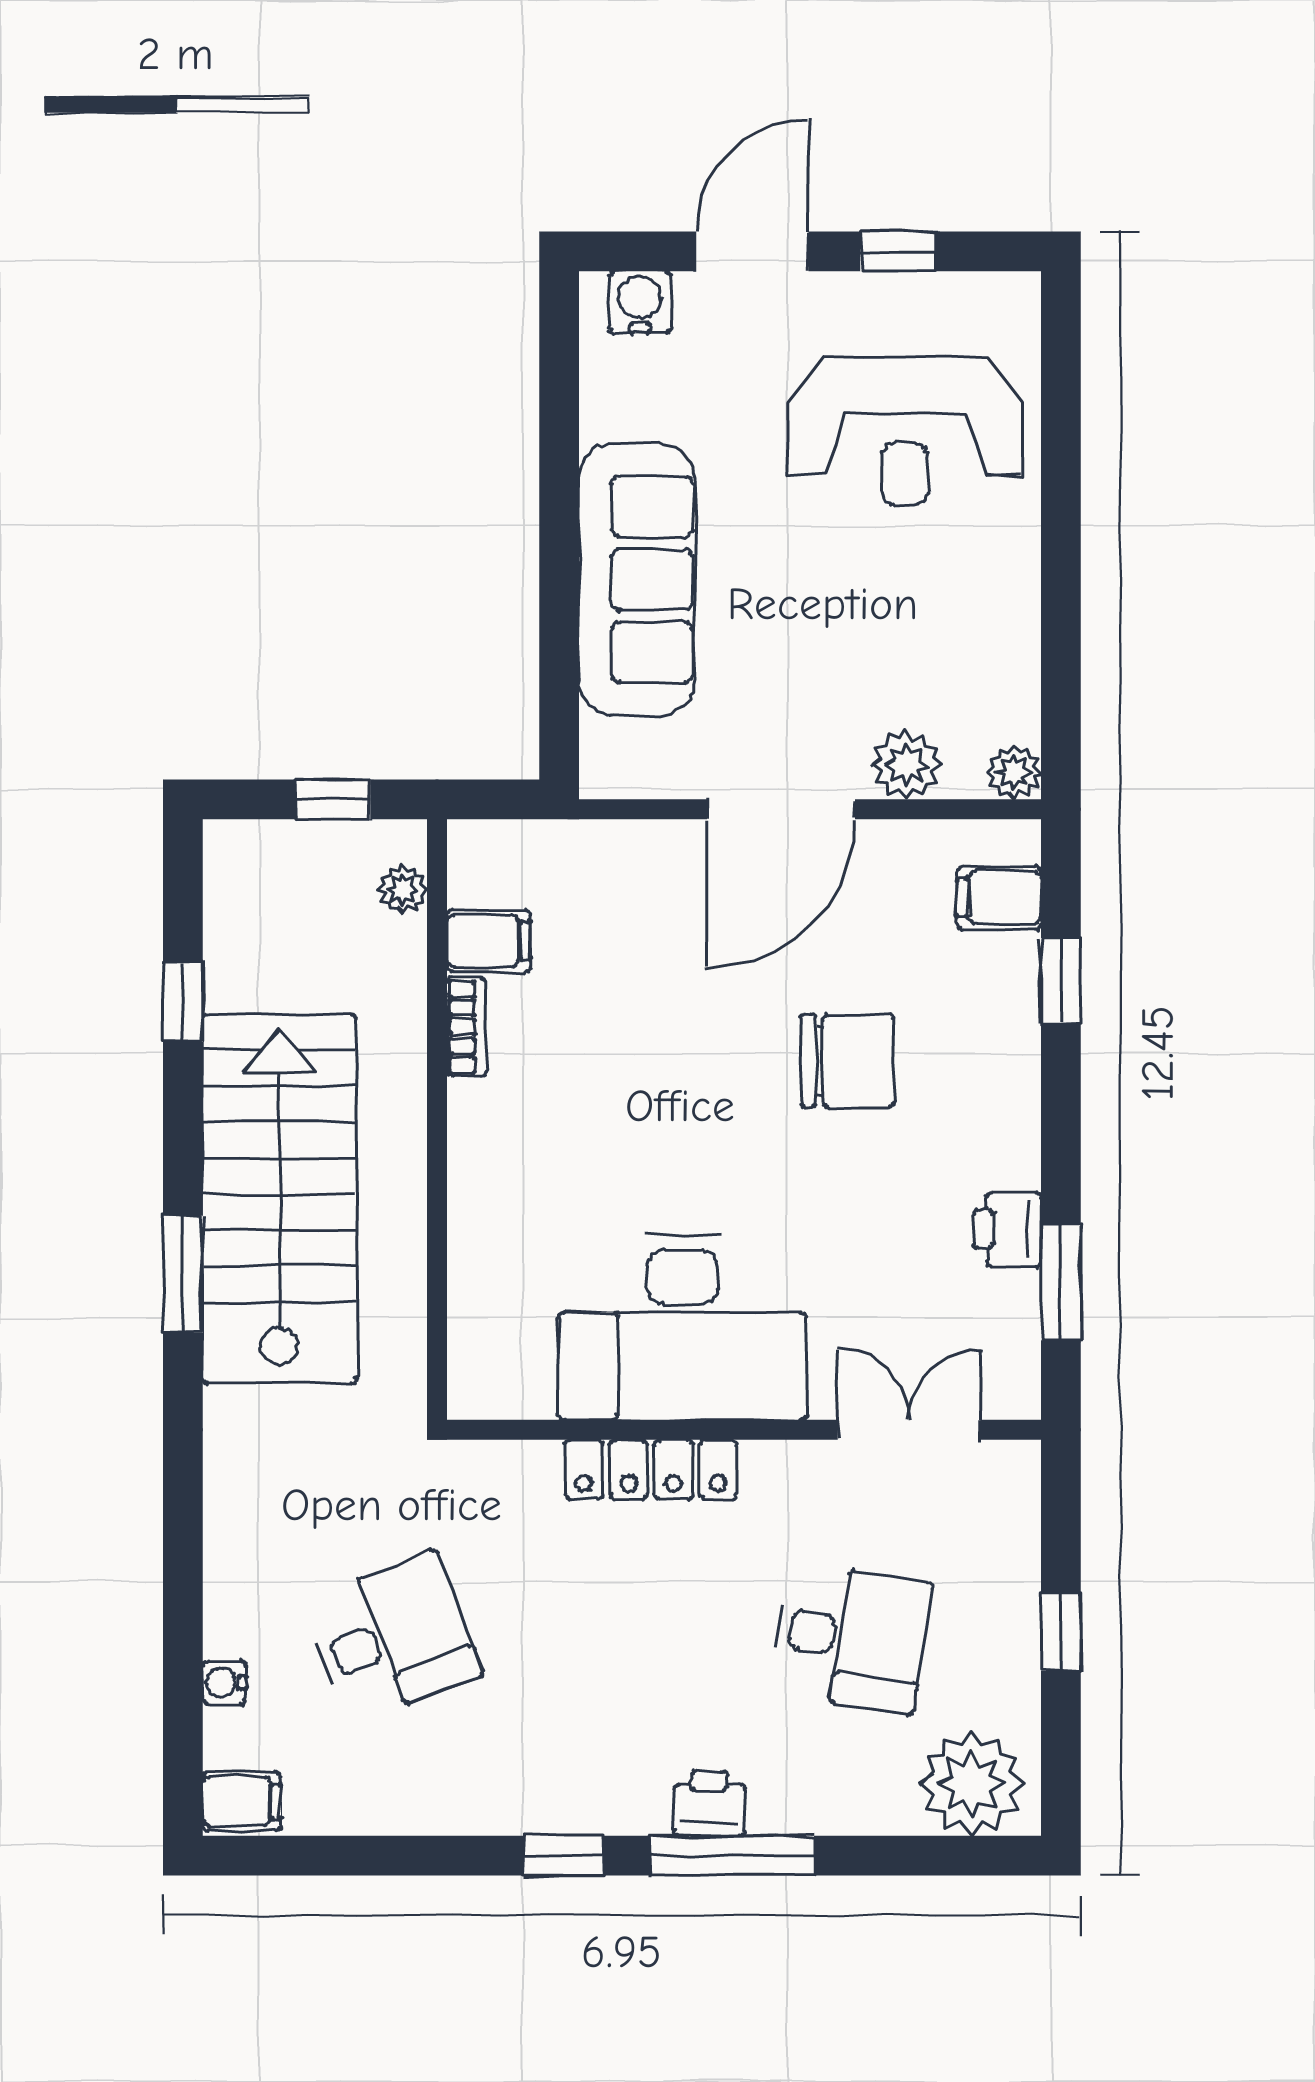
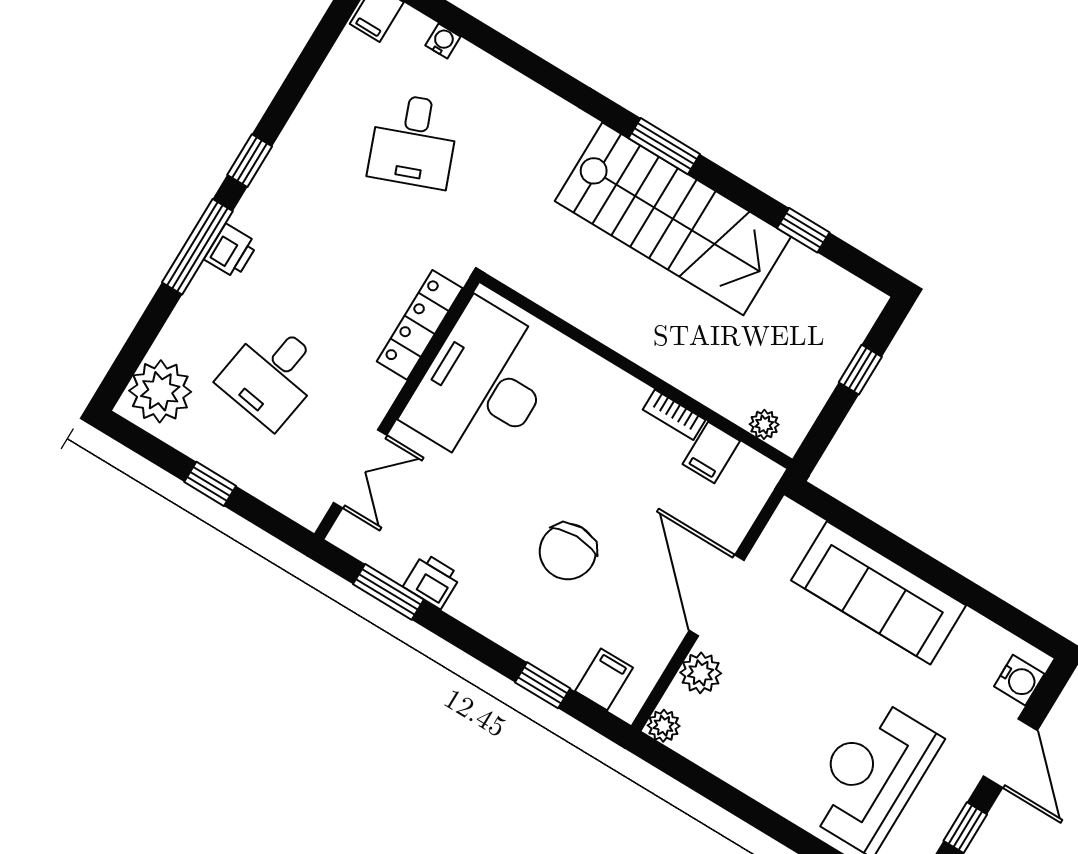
plant: (402, 889) -> (764, 424), moved
filing cabinet: (489, 941) -> (711, 453), moved
bookcase: (467, 1027) -> (674, 415), moved
wall: (437, 1119) -> (636, 371), moved

